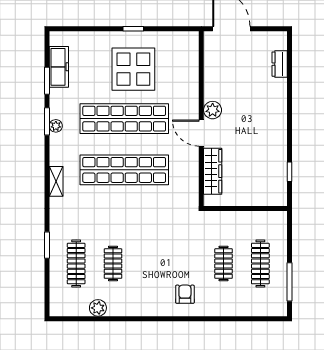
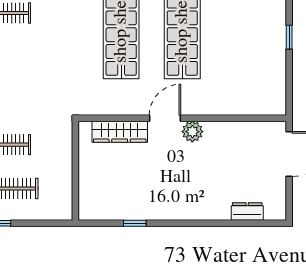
display table: (133, 69) -> (241, 37), removed
window: (290, 172) -> (135, 223), moved

